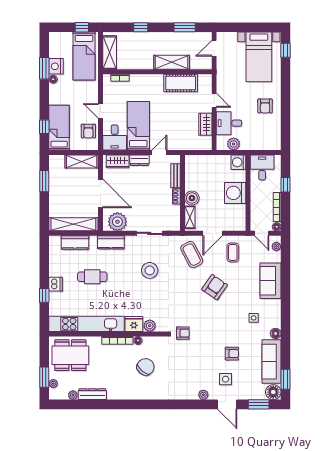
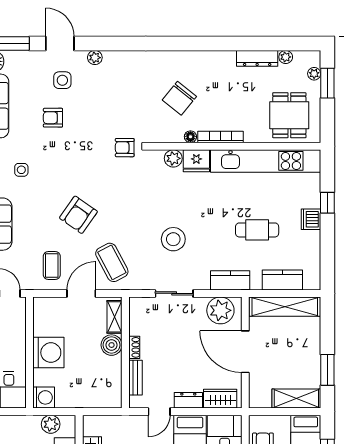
shelving: (82, 161) -> (296, 398), moved
dining table: (70, 355) -> (289, 115), width x0.73

